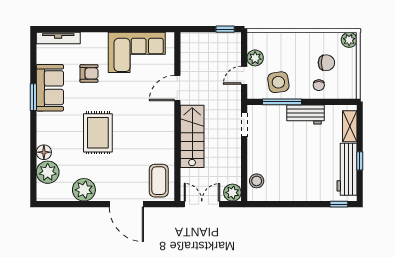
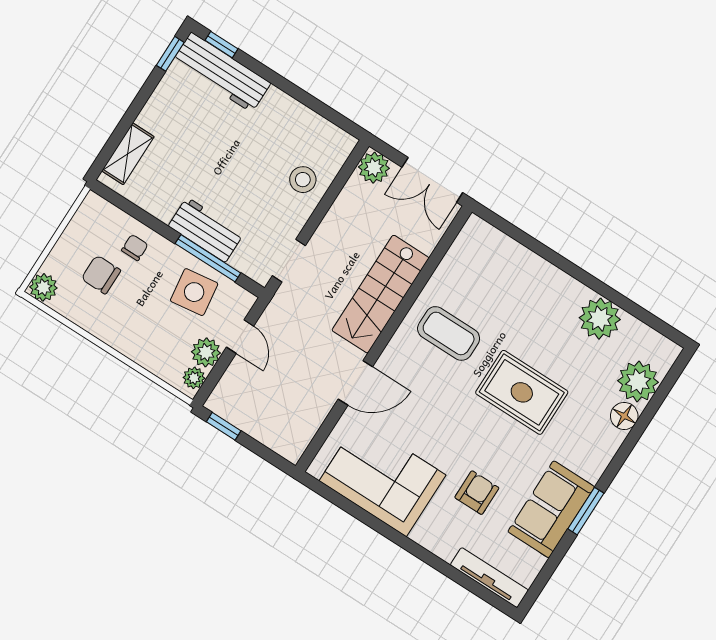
plant: (253, 43) -> (194, 378), added
armchair: (89, 73) -> (477, 493), turned 90
door: (244, 75) -> (240, 337), hinge flipped
workbench: (306, 114) -> (206, 230), moved
rug: (98, 133) -> (522, 392), turned 90
window: (360, 161) -> (170, 54), moved
workbench: (347, 169) -> (221, 72), moved, turned 90
coffee table: (159, 181) -> (449, 333), moved, turned 90
stool: (257, 181) -> (303, 180), moved
door: (126, 204) -> (549, 255), removed

